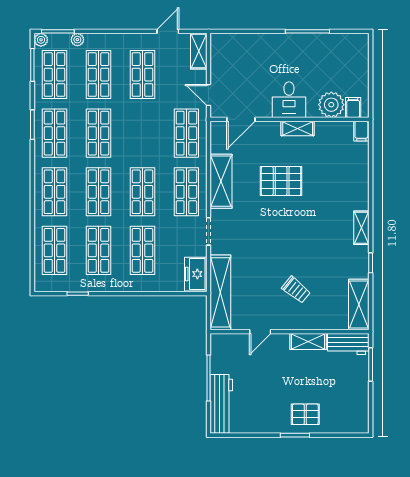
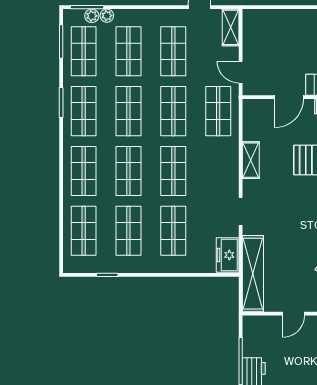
plant: (41, 40) -> (92, 16), moved
door: (241, 119) -> (289, 97), moved
shelving: (221, 181) -> (251, 160), width x0.67, depth x0.75
shop shelf: (186, 192) -> (173, 111), moved

